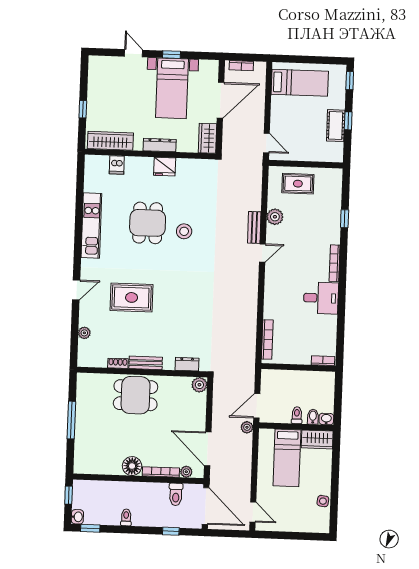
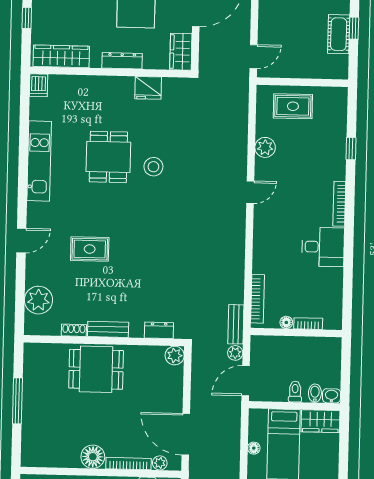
door: (266, 143) -> (254, 57), hinge flipped
dishwasher: (117, 165) -> (39, 85), moved
fridge: (165, 167) -> (148, 88), moved
bench: (254, 227) -> (236, 324), moved
rug: (132, 297) -> (90, 249), width x0.73, depth x0.70
plant: (84, 333) -> (38, 300), width x1.87, depth x1.87
floor lamp: (290, 359) -> (286, 322), added
bookcase: (323, 361) -> (308, 324), moved
plant: (247, 427) -> (235, 353), moved
floor lamp: (263, 461) -> (254, 448), added

